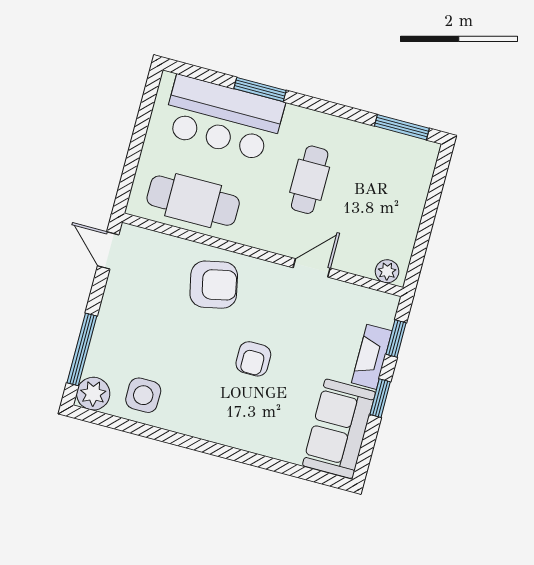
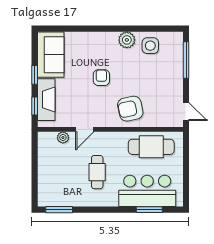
window: (260, 89) -> (149, 210), moved
plant: (387, 271) -> (63, 138), moved
fireplace: (372, 357) -> (46, 100), width x1.37, depth x1.32
plant: (93, 394) -> (127, 40), moved

